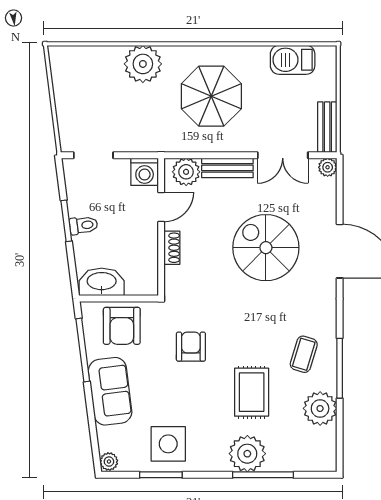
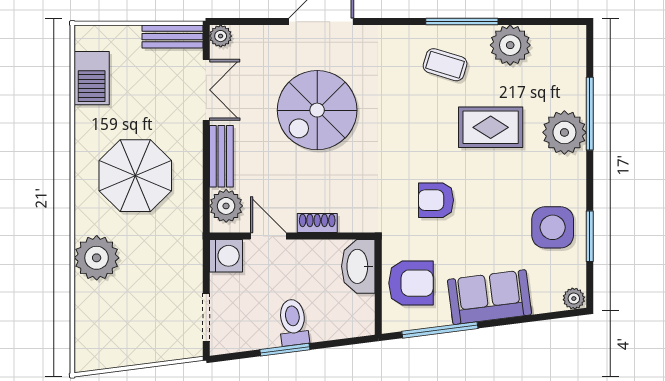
toilet: (84, 225) -> (293, 322), width x1.37, depth x1.39
washbasin: (102, 282) -> (358, 266), moved

